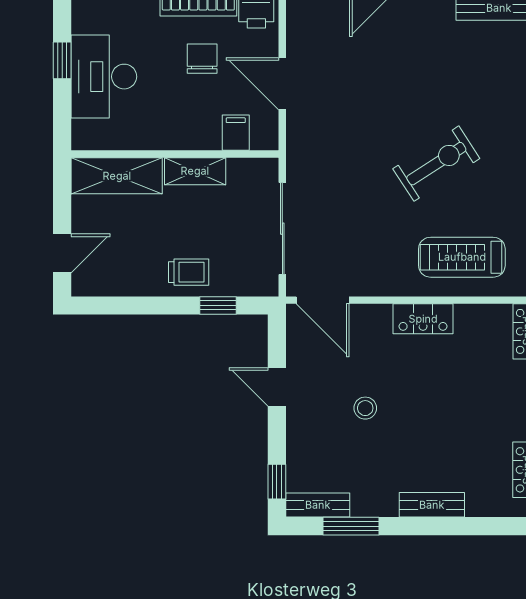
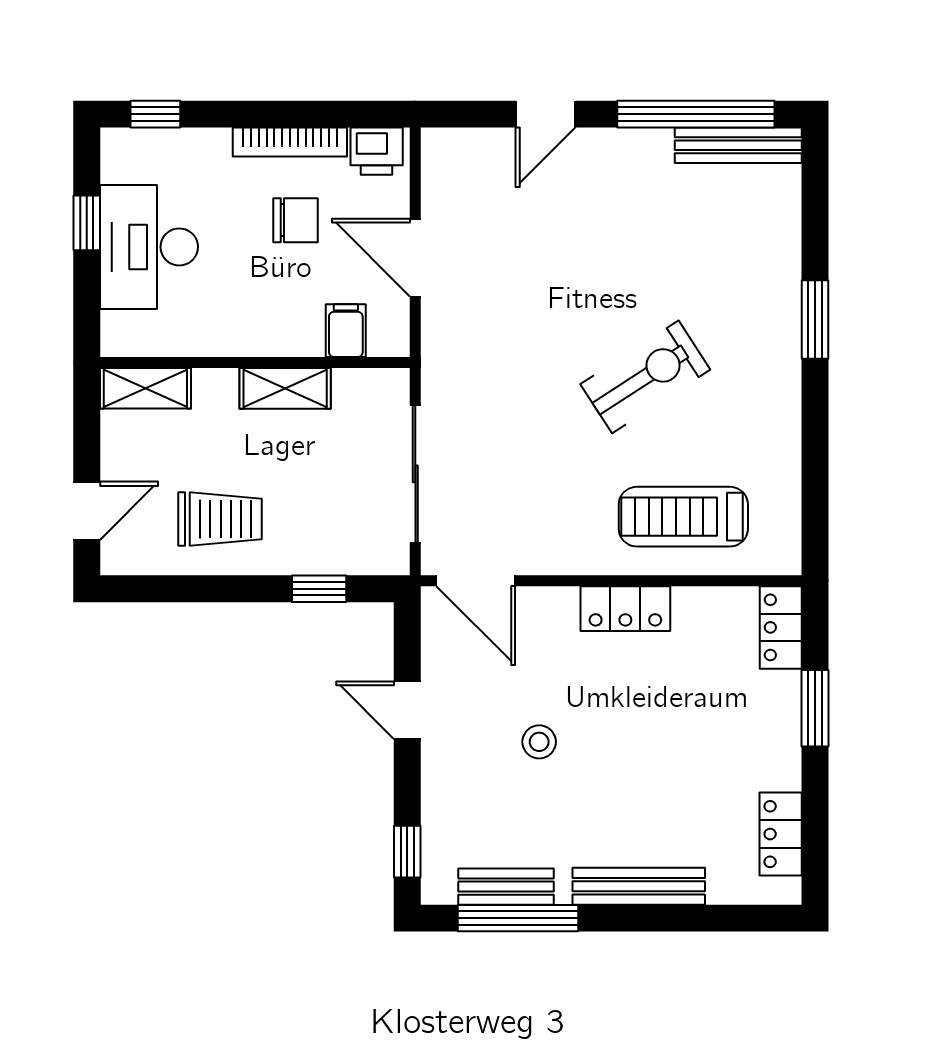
chair: (202, 59) -> (296, 220), turned 90
shelving: (117, 176) -> (145, 388), width x0.67, depth x0.75
trolley: (189, 272) -> (220, 519), moved, width x1.36, depth x1.39
bench: (318, 505) -> (506, 887), moved
bench: (432, 505) -> (639, 886), width x1.36
window: (351, 526) -> (518, 918), width x1.44

